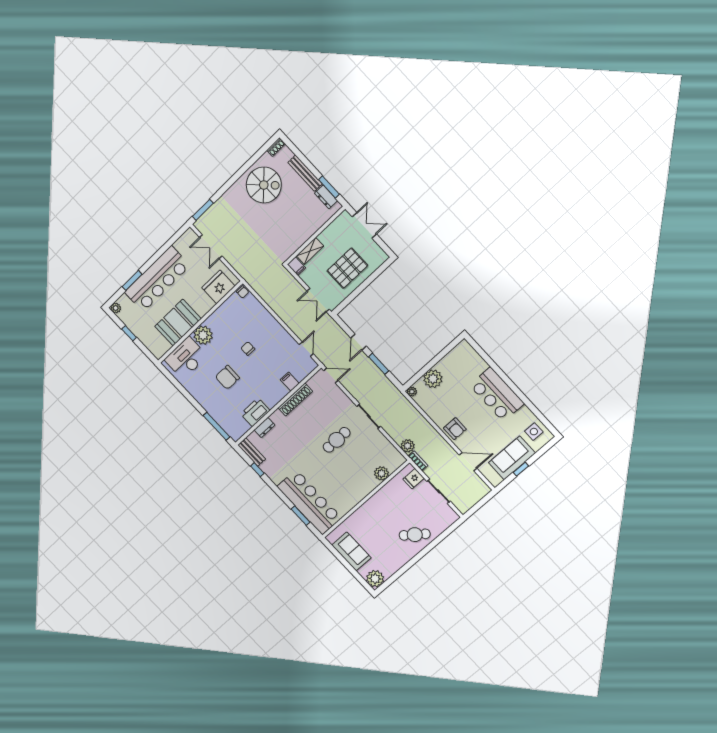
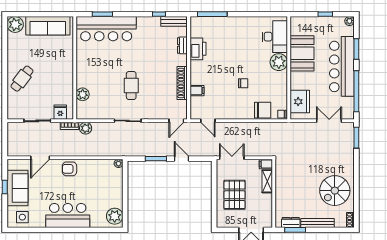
window: (165, 247) -> (356, 91), added
chair: (227, 377) -> (263, 110), moved, turned 90
plant: (433, 379) -> (115, 216), moved
sofa: (351, 551) -> (48, 26), width x1.36

